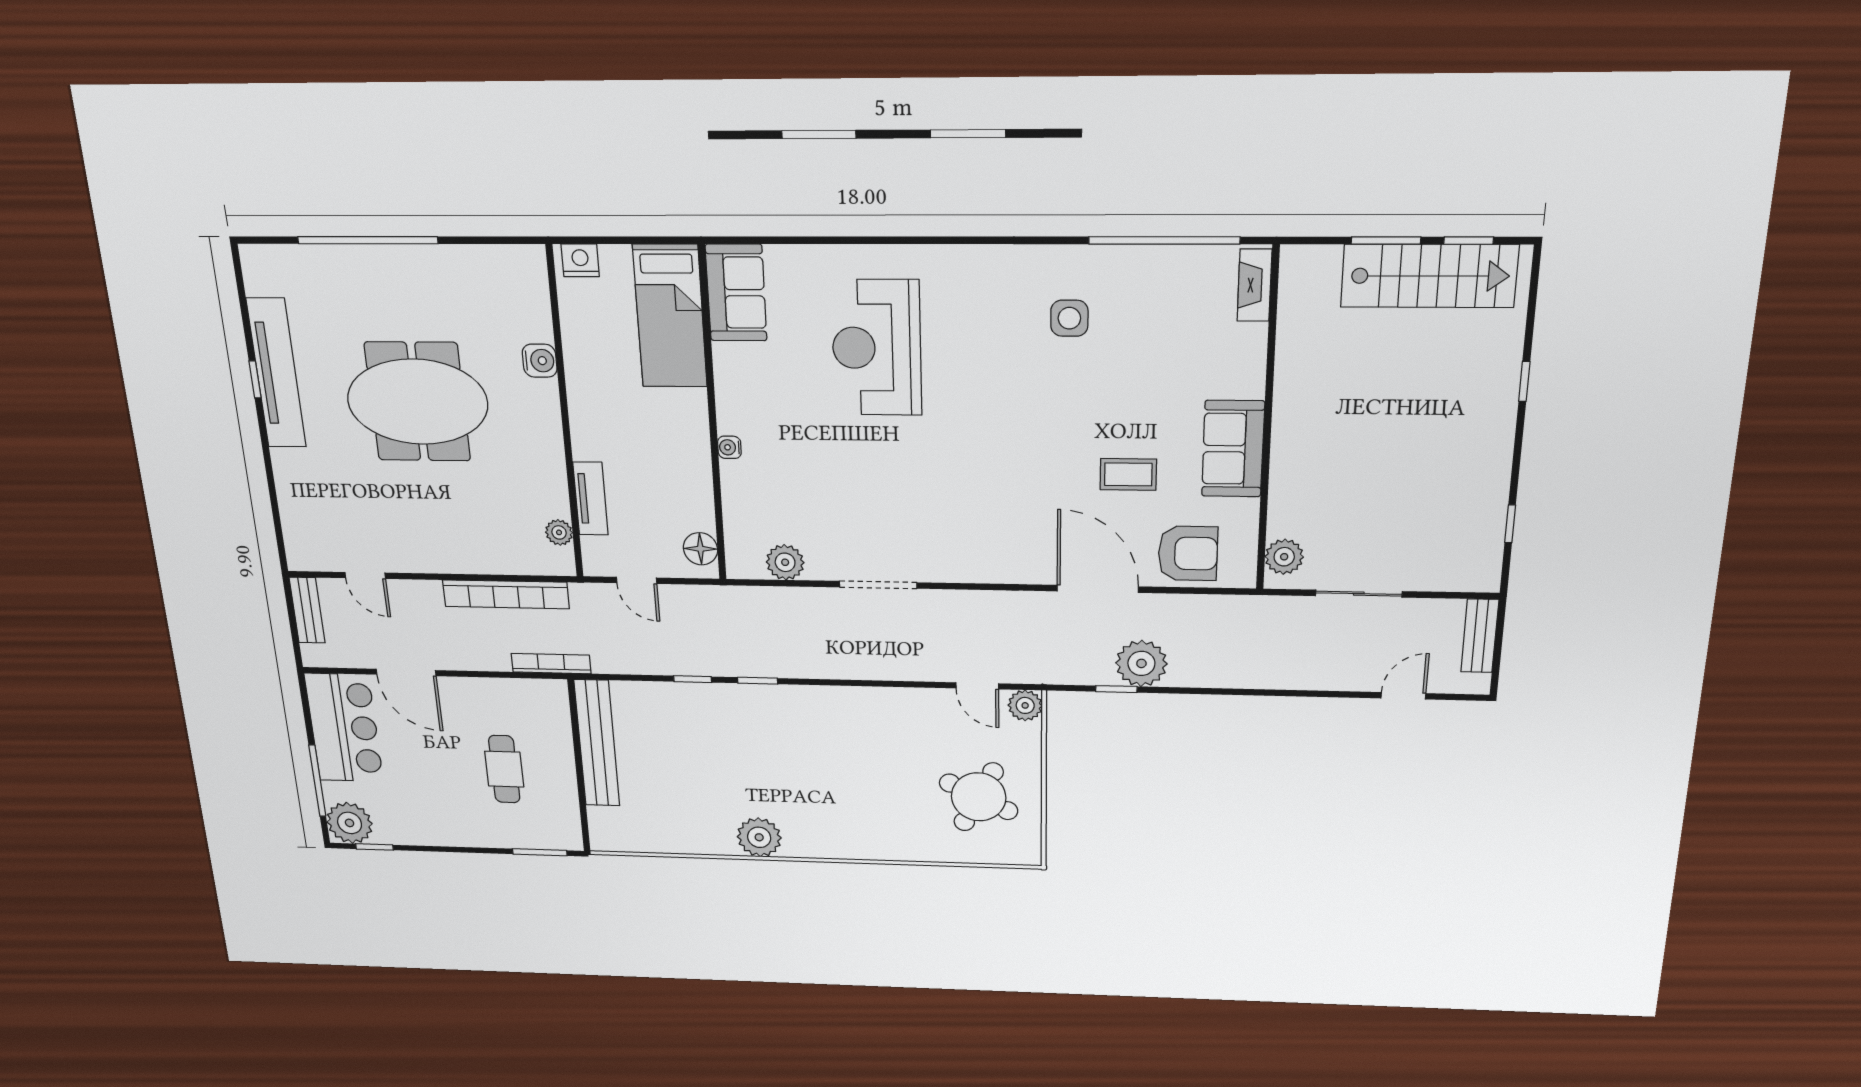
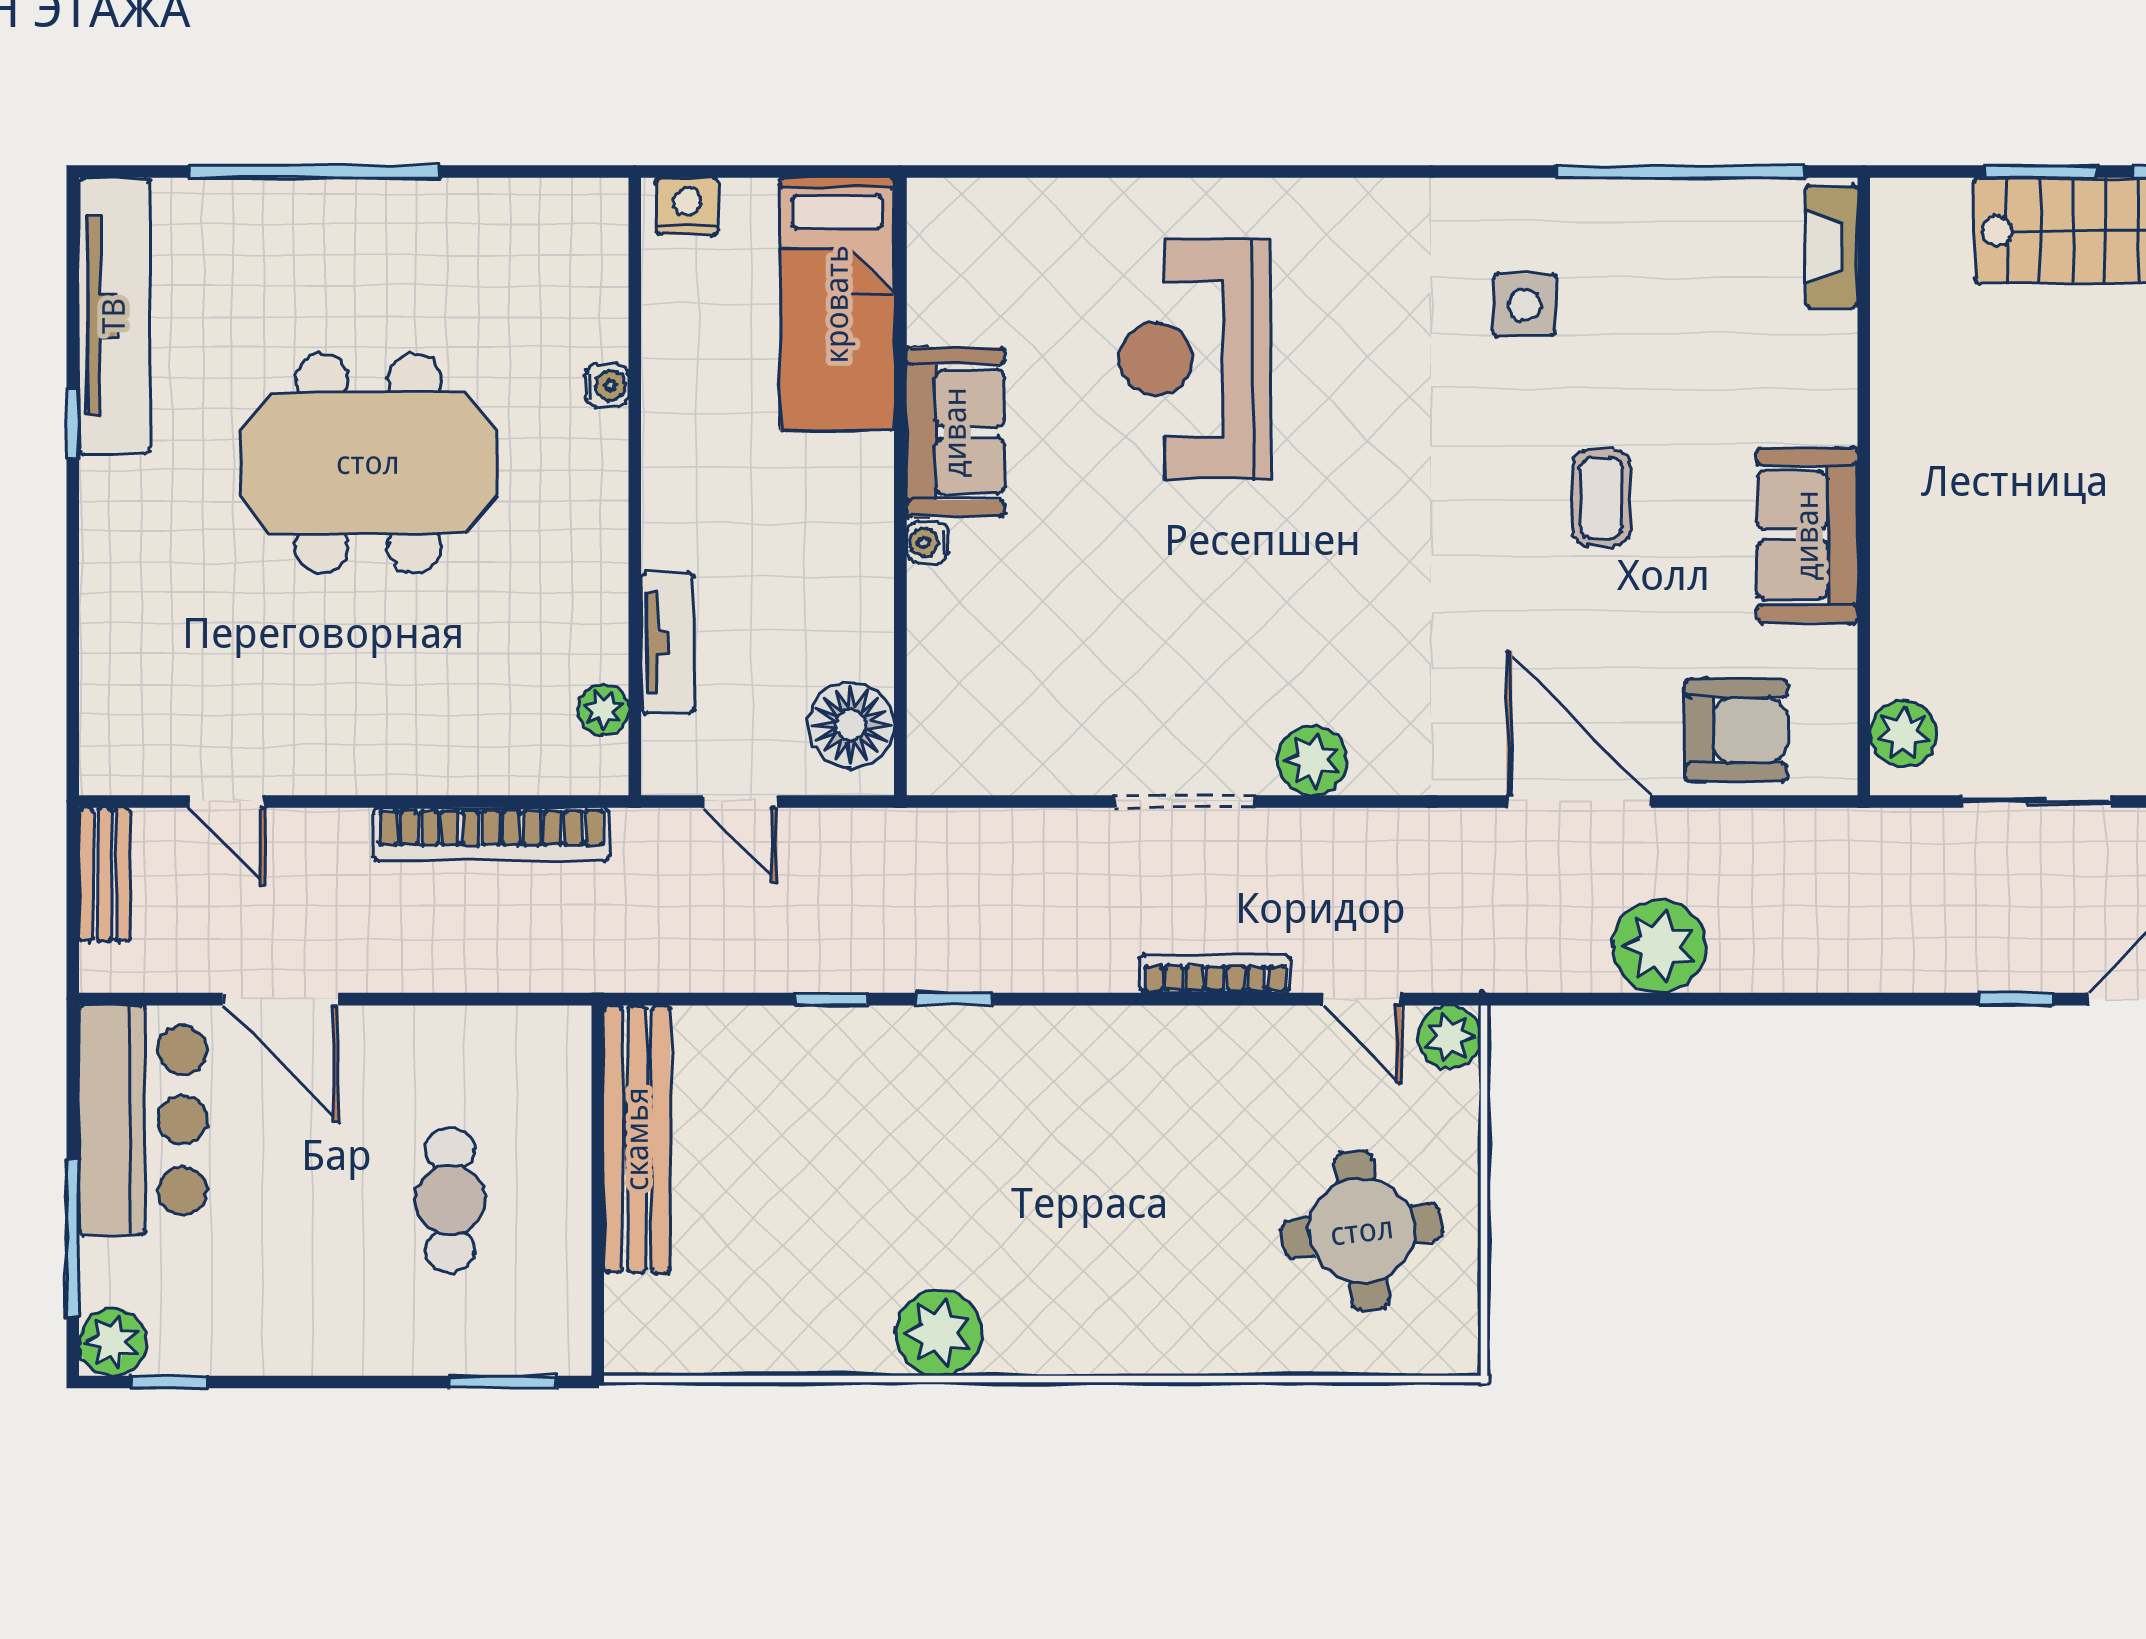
sofa: (736, 293) -> (955, 432), moved
water cooler: (540, 361) -> (607, 386), width x0.72, depth x0.72
tv unit: (276, 373) -> (114, 316), moved
coffee table: (1128, 474) -> (1601, 498), moved, turned 90
floor lamp: (700, 549) -> (851, 725), width x1.38, depth x1.38
plant: (785, 562) -> (1312, 761), moved
bookcase: (551, 664) -> (1215, 974), moved
window: (1116, 689) -> (2016, 999), moved
round table: (979, 797) -> (1362, 1231), turned -34
plant: (350, 823) -> (113, 1342), width x0.73, depth x0.73

